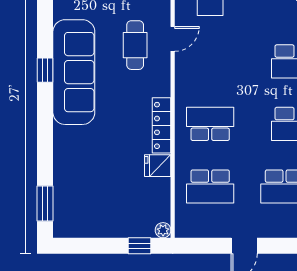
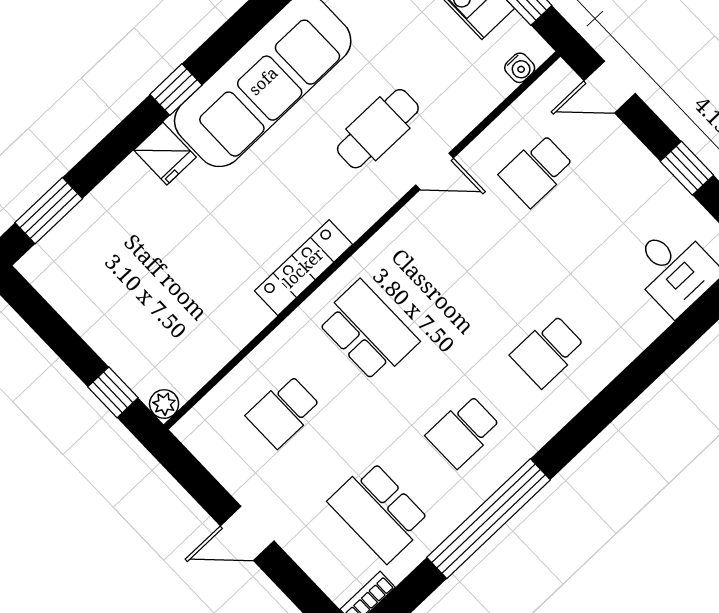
window: (45, 70) -> (176, 90), moved
fridge: (158, 166) -> (165, 154), moved, turned 180
school desk: (210, 186) -> (284, 411), width x0.54

